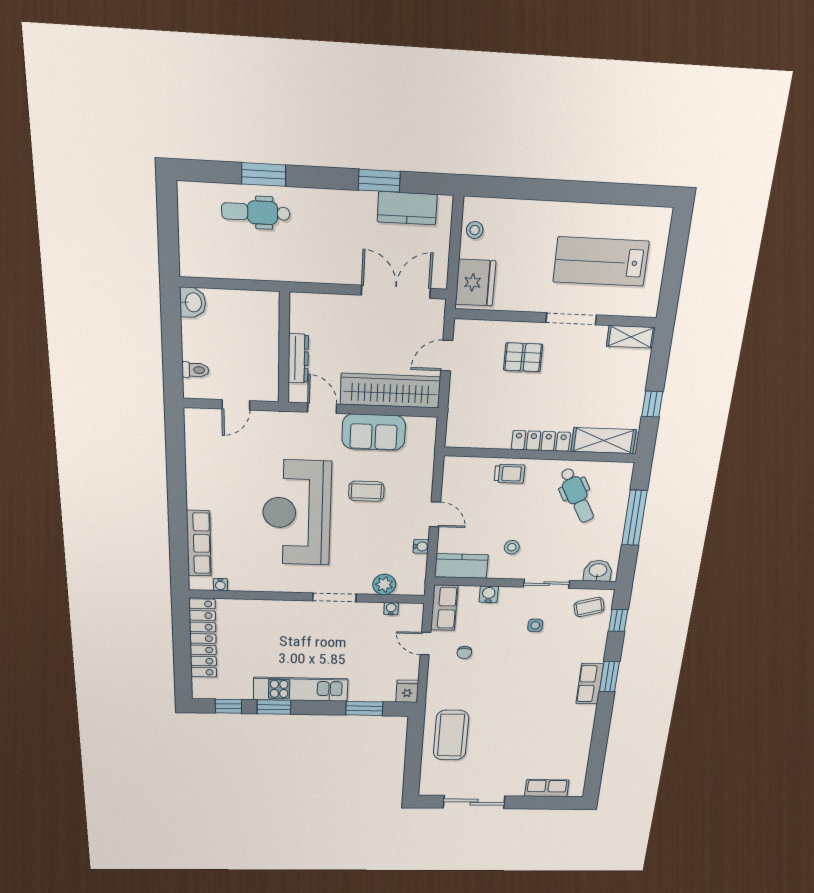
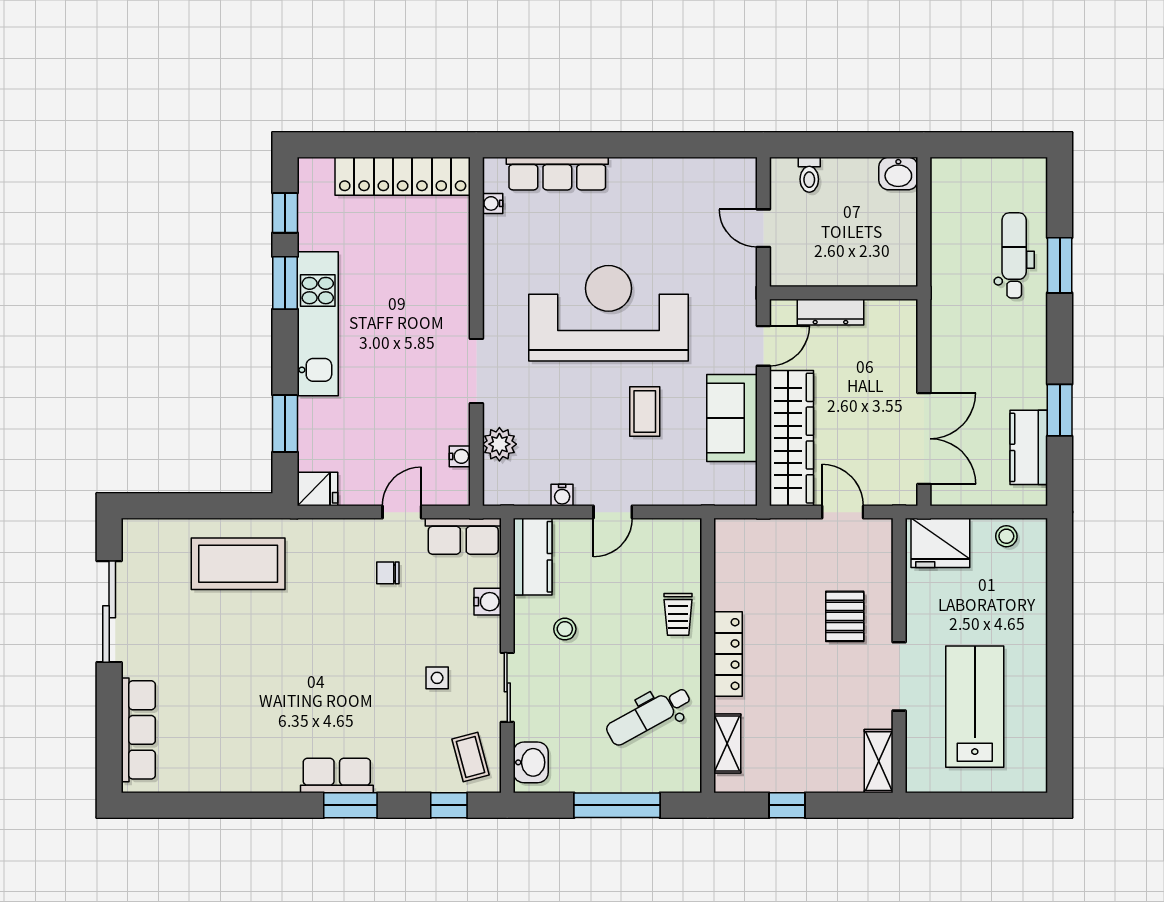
shelving: (604, 441) -> (727, 743), width x0.67, depth x0.75
row of seats: (547, 788) -> (138, 730), width x1.48

